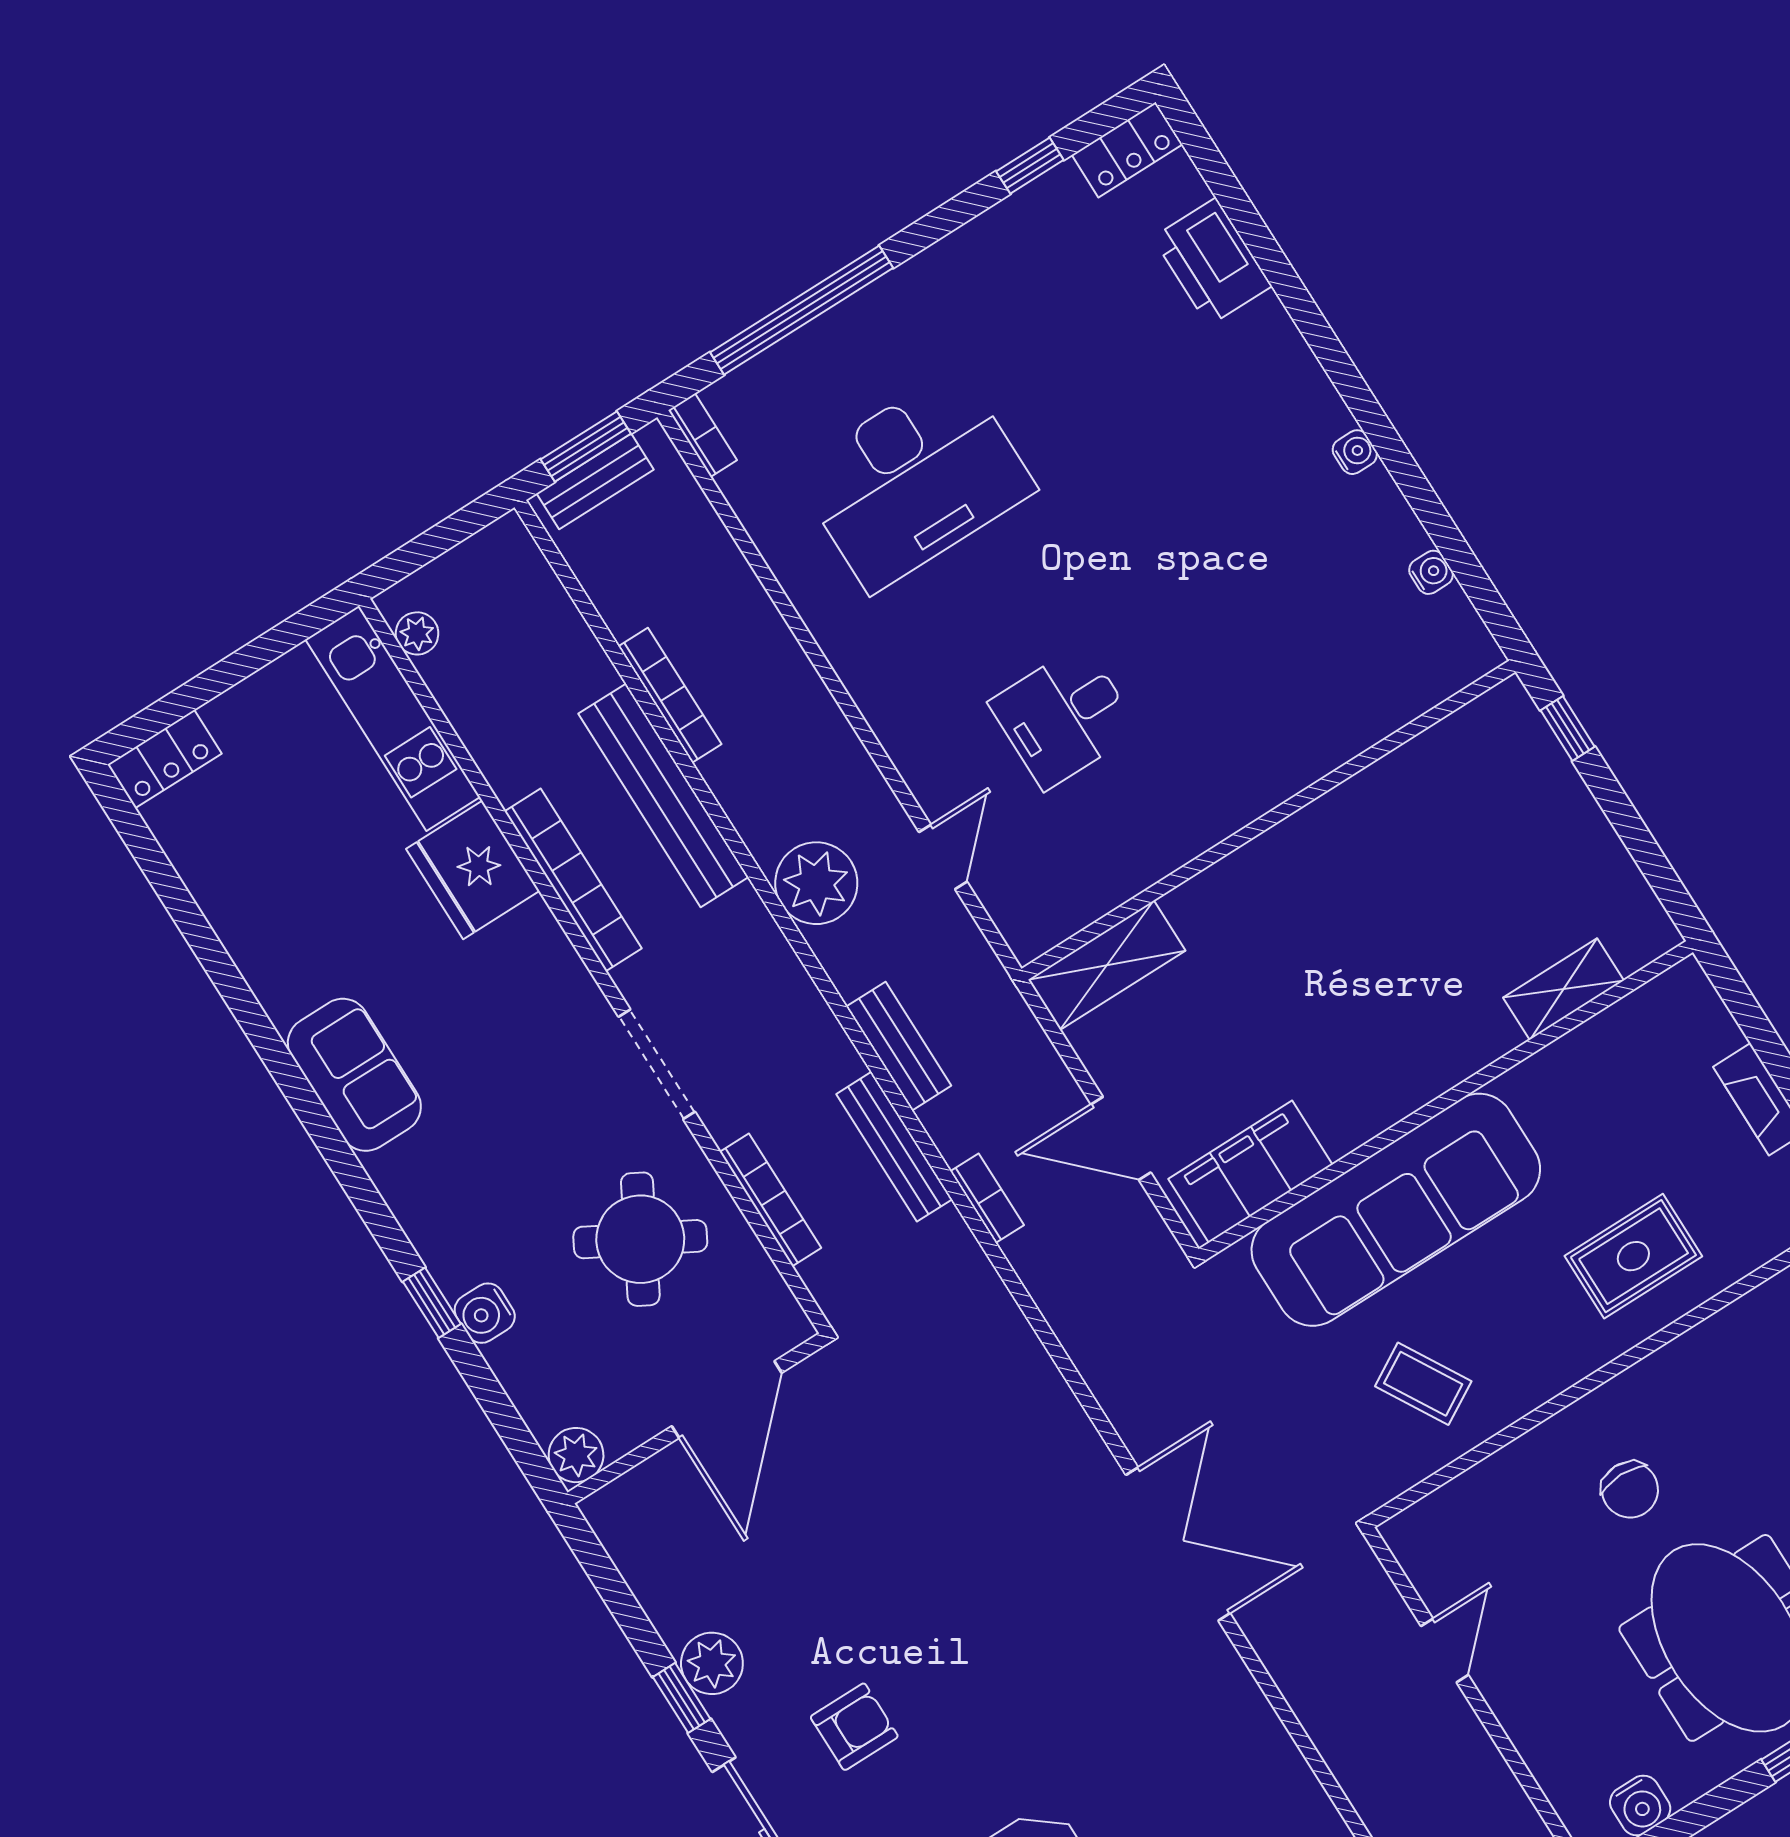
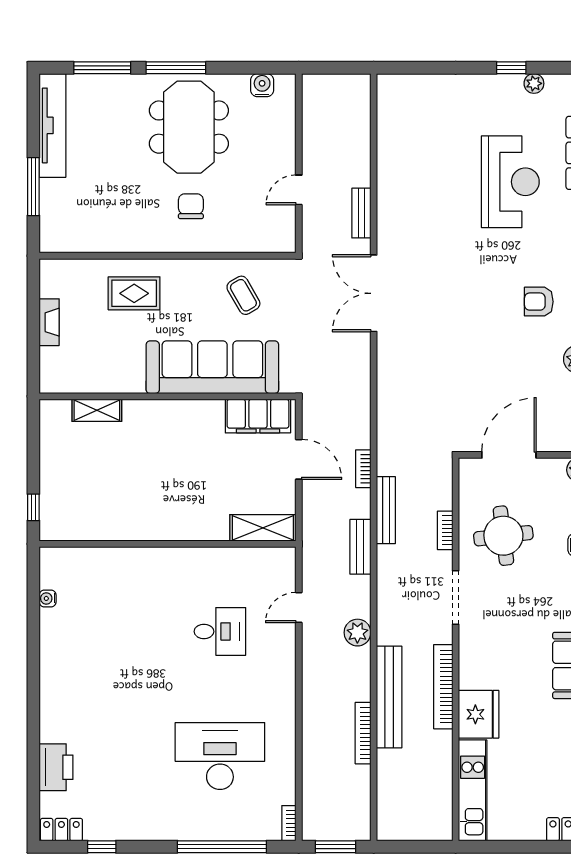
water cooler: (1355, 452) -> (48, 662), removed
bench: (595, 481) -> (361, 213), moved, turned 90
plant: (417, 633) -> (443, 816), removed
plant: (816, 883) -> (357, 633), width x0.73, depth x0.73
bookcase: (770, 1200) -> (445, 530), width x0.64
round table: (640, 1239) -> (503, 536), turned -36

